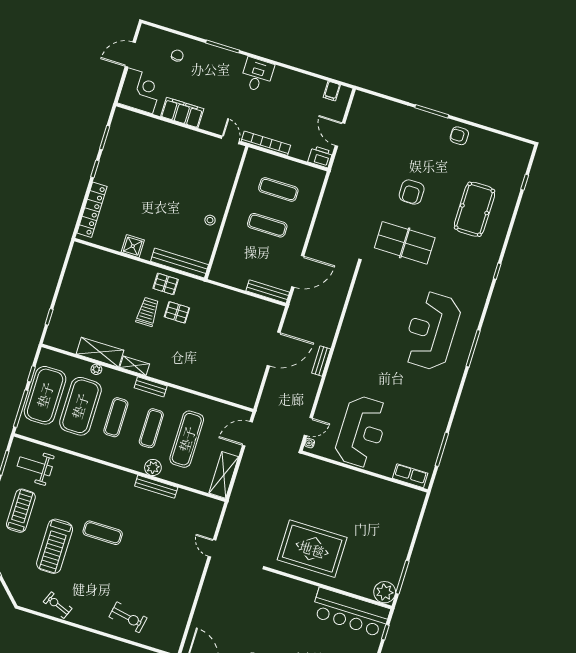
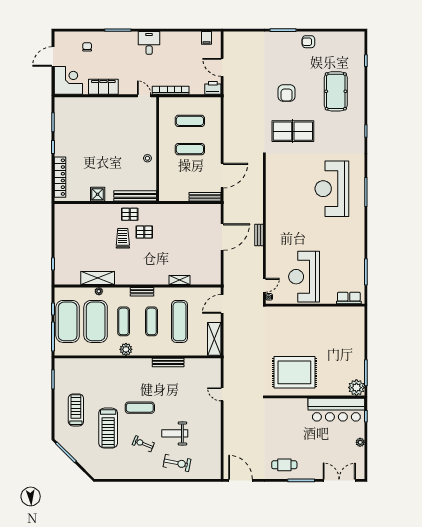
shelving: (135, 366) -> (179, 280), moved
reception desk: (362, 431) -> (304, 277), turned 180
weight bench: (35, 466) -> (175, 433), moved
plant: (153, 467) -> (126, 349), moved
exercise bike: (58, 605) -> (143, 444), moved

